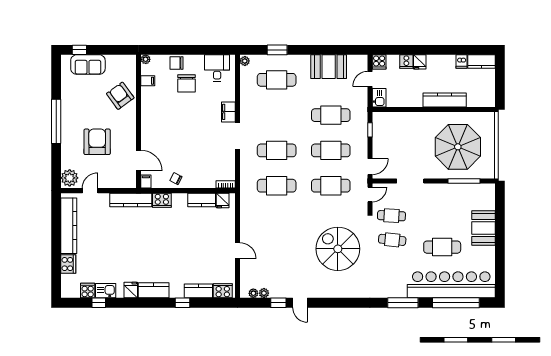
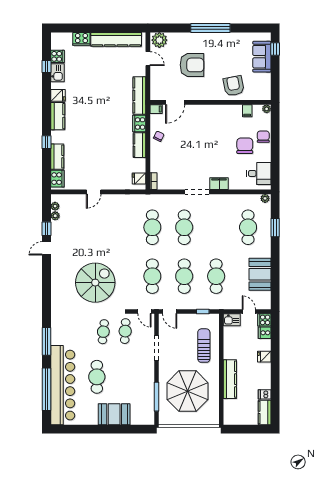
cooker: (406, 61) -> (265, 333), moved
chair: (186, 83) -> (245, 146), turned 90
armchair: (120, 96) -> (234, 86), turned -65
sun lounger: (408, 129) -> (204, 346), added
kitchen counter: (202, 200) -> (139, 145), moved

